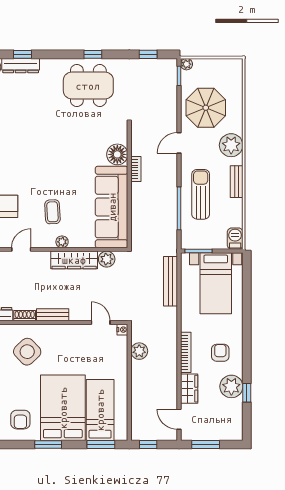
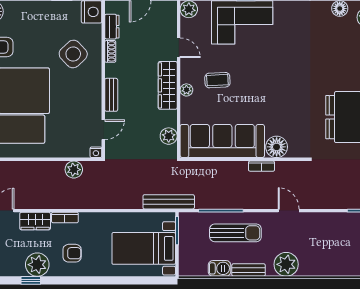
parasol: (206, 108) -> (325, 238), removed
barbecue: (235, 239) -> (219, 268), moved
wardrobe: (74, 260) -> (168, 85), moved
bench: (171, 281) -> (169, 202), moved
bench: (53, 315) -> (111, 95), moved
bookcase: (186, 352) -> (65, 218), width x0.64

